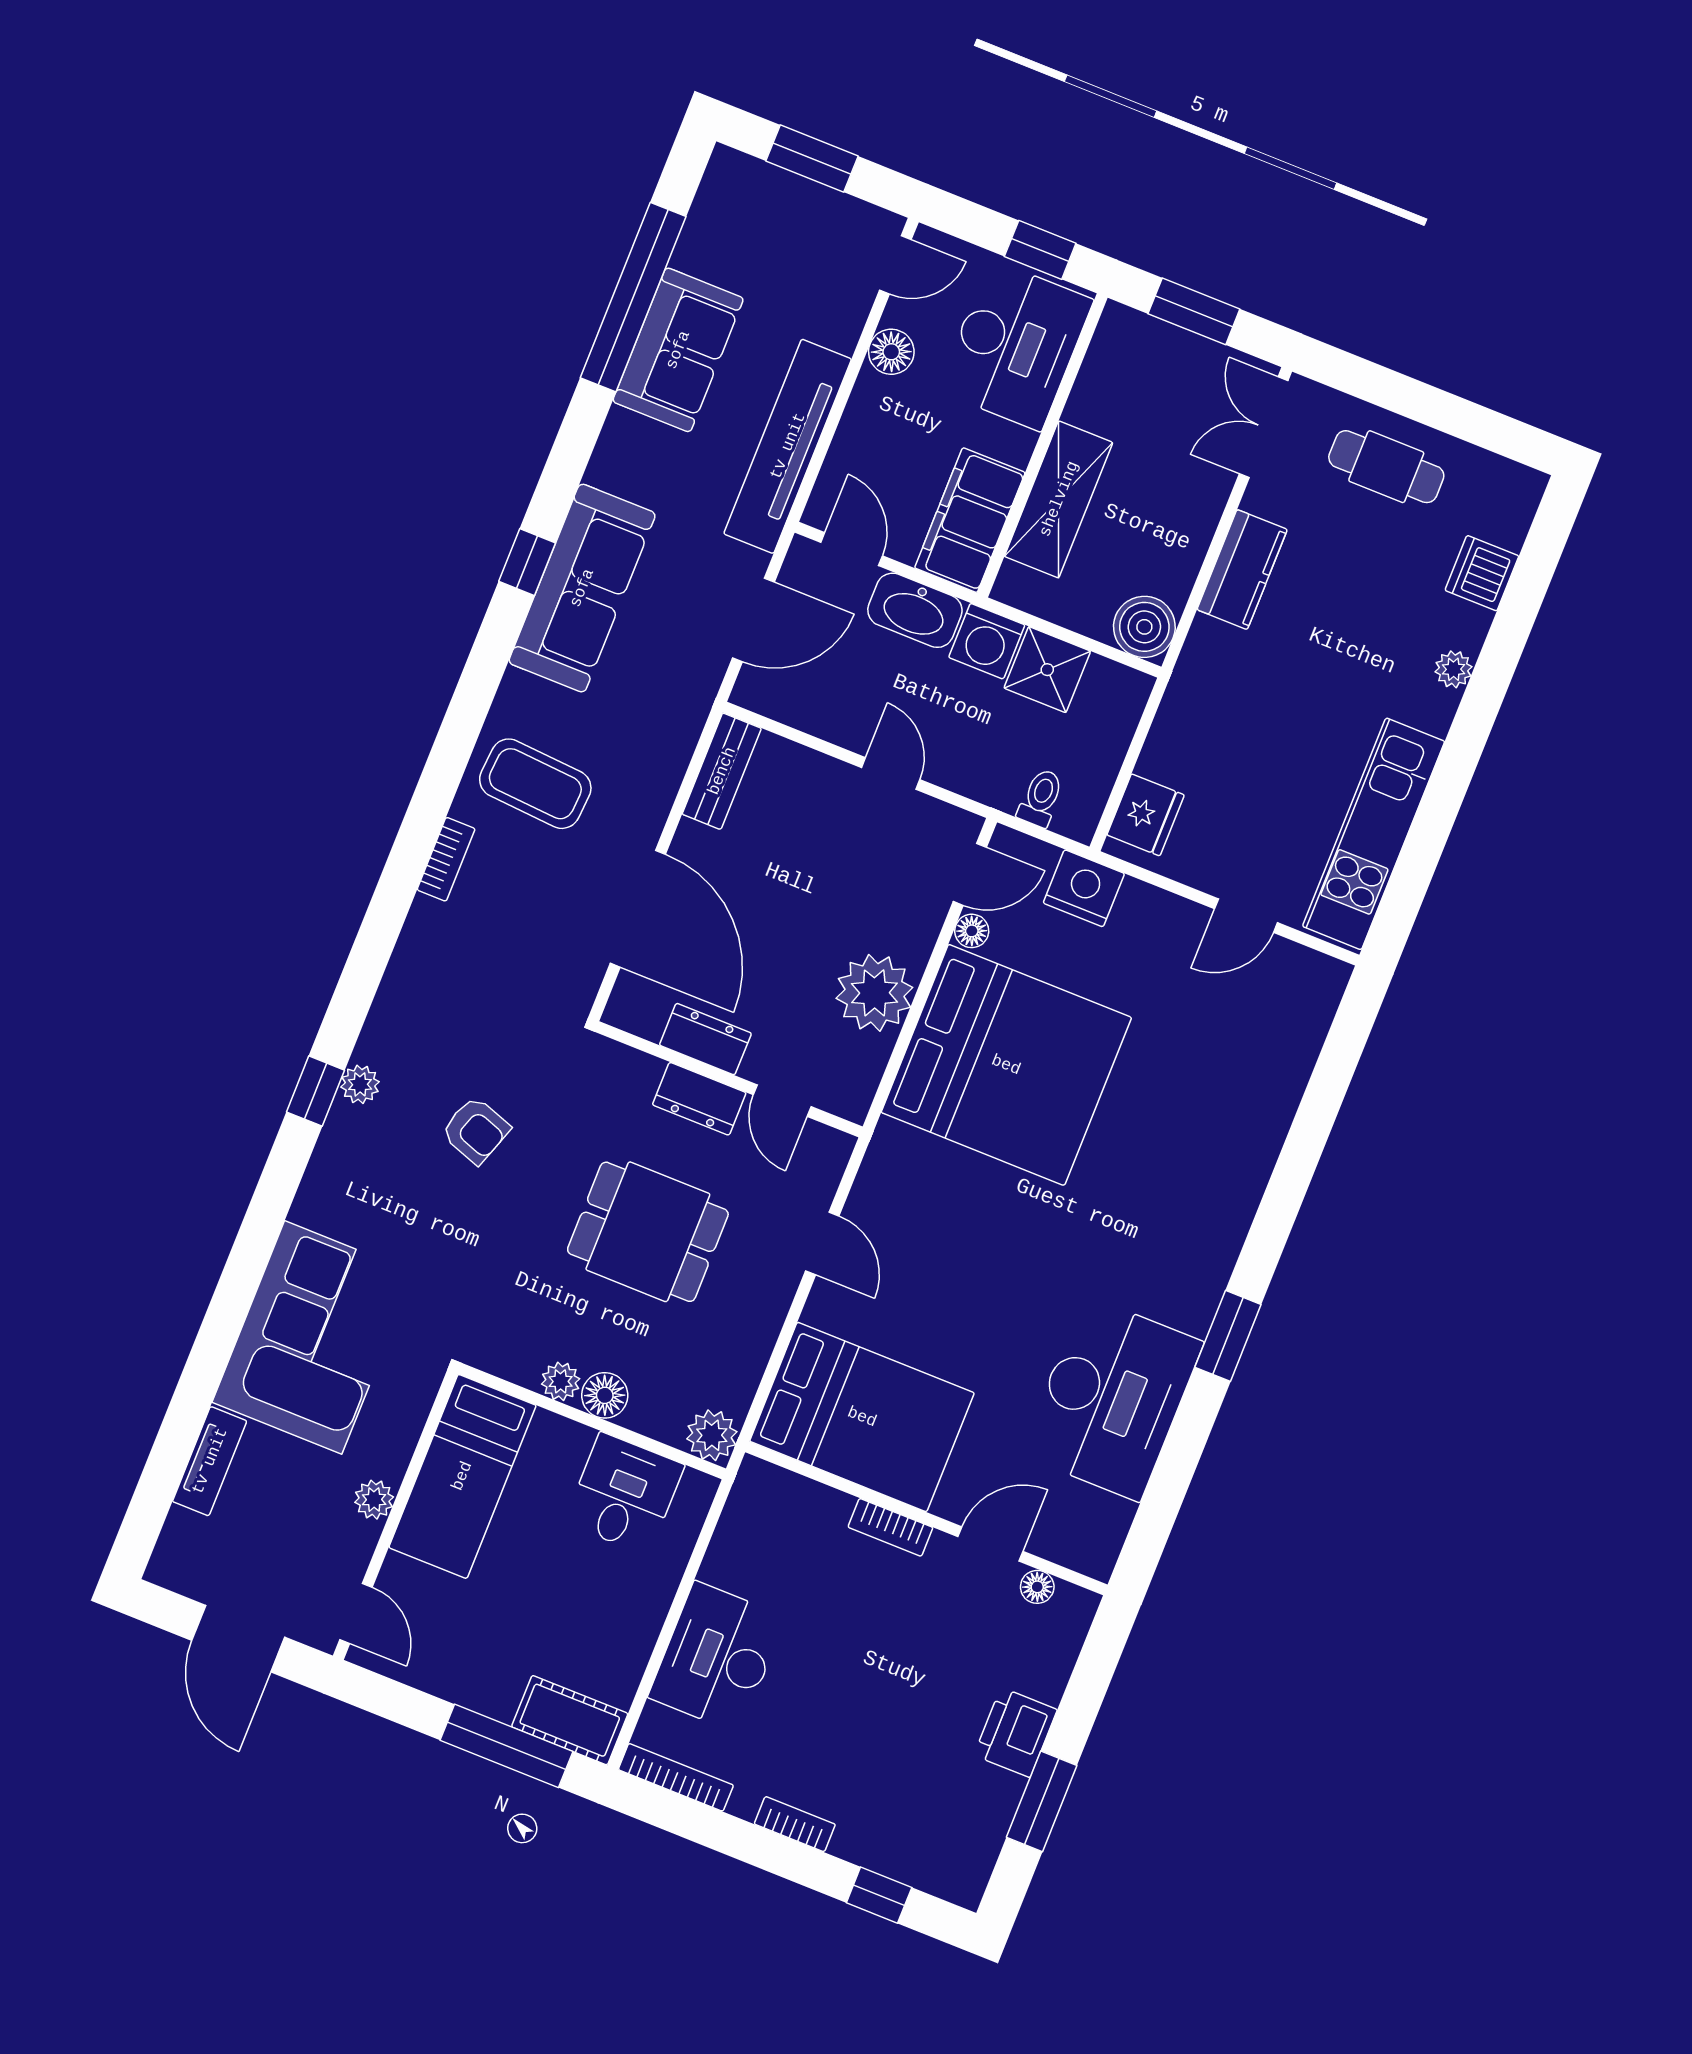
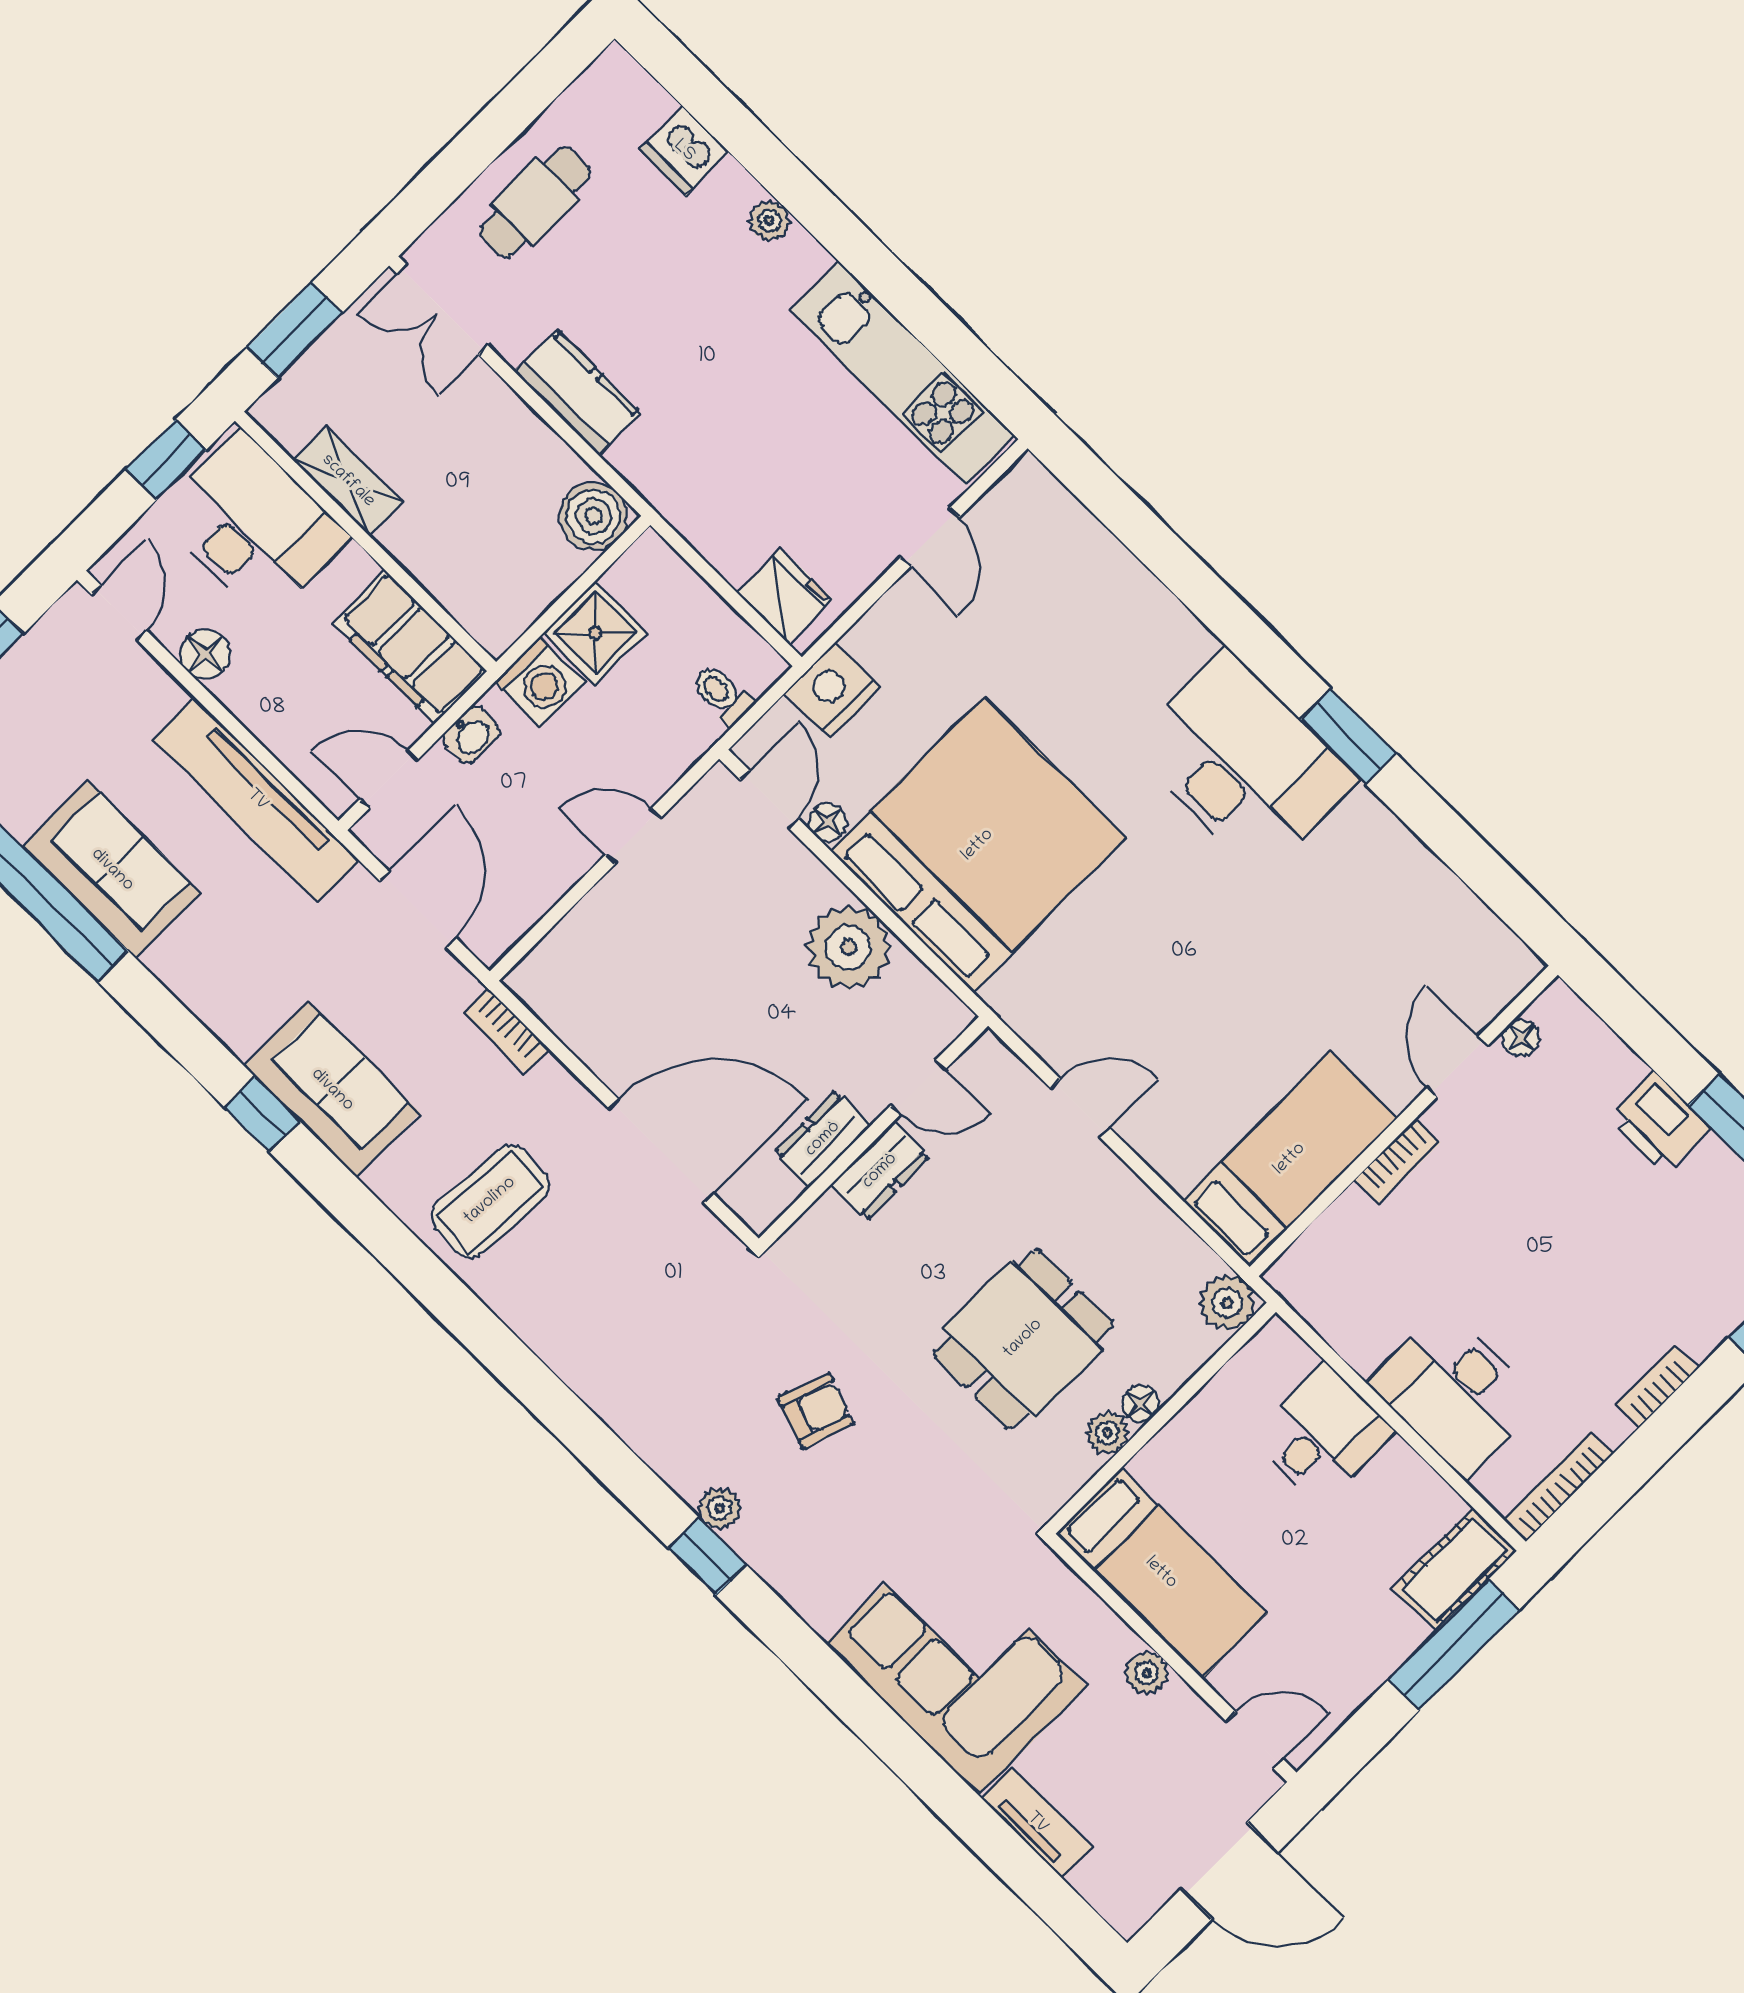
shelving: (1059, 499) -> (348, 481), moved, width x0.67, depth x0.75
sofa: (582, 588) -> (332, 1090), width x0.73
washbasin: (915, 610) -> (471, 735), width x0.52, depth x0.69
bench: (722, 771) -> (558, 1007), removed
bookcase: (446, 859) -> (506, 1030), moved, turned 180
dining table: (648, 1232) -> (1023, 1339), moved
floor lamp: (605, 1395) -> (1141, 1404), width x0.73, depth x0.73
desk: (1112, 1398) -> (1243, 763), moved
bed: (862, 1417) -> (1290, 1159), width x0.67
desk: (624, 1494) -> (1322, 1434), moved, turned 90

